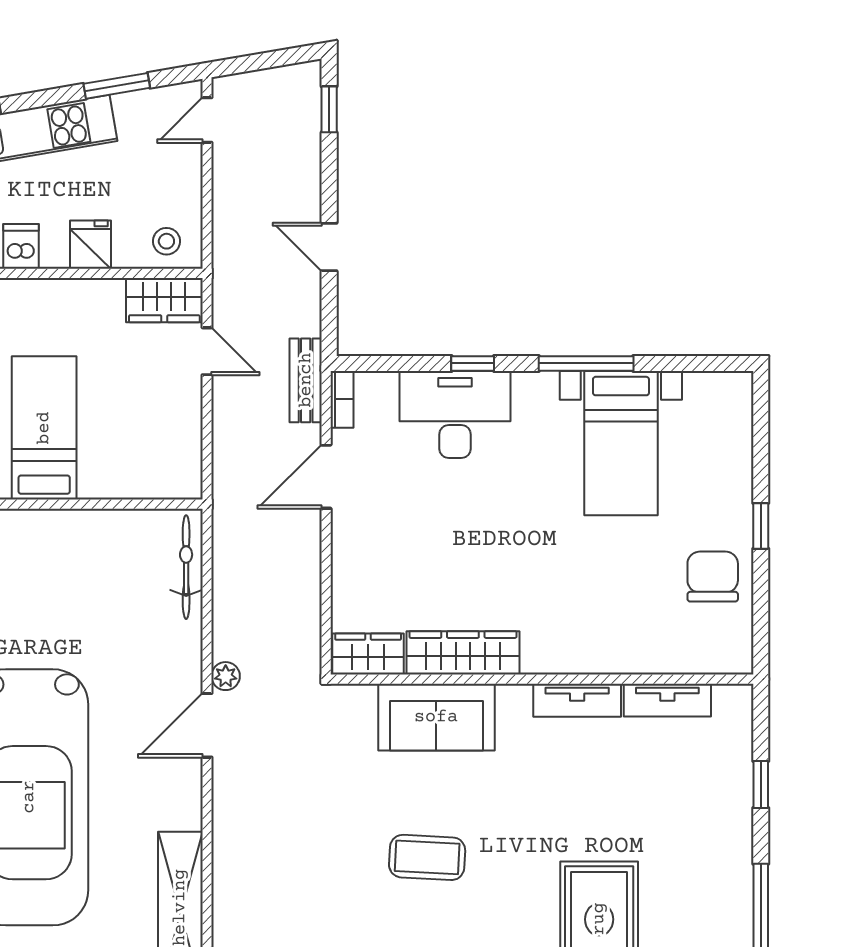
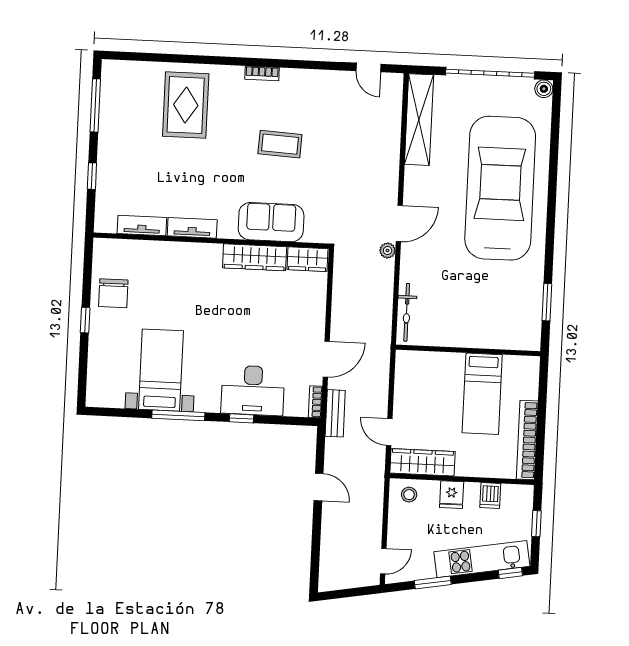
window: (329, 109) -> (315, 564), removed
wardrobe: (164, 300) -> (422, 462), width x1.50

